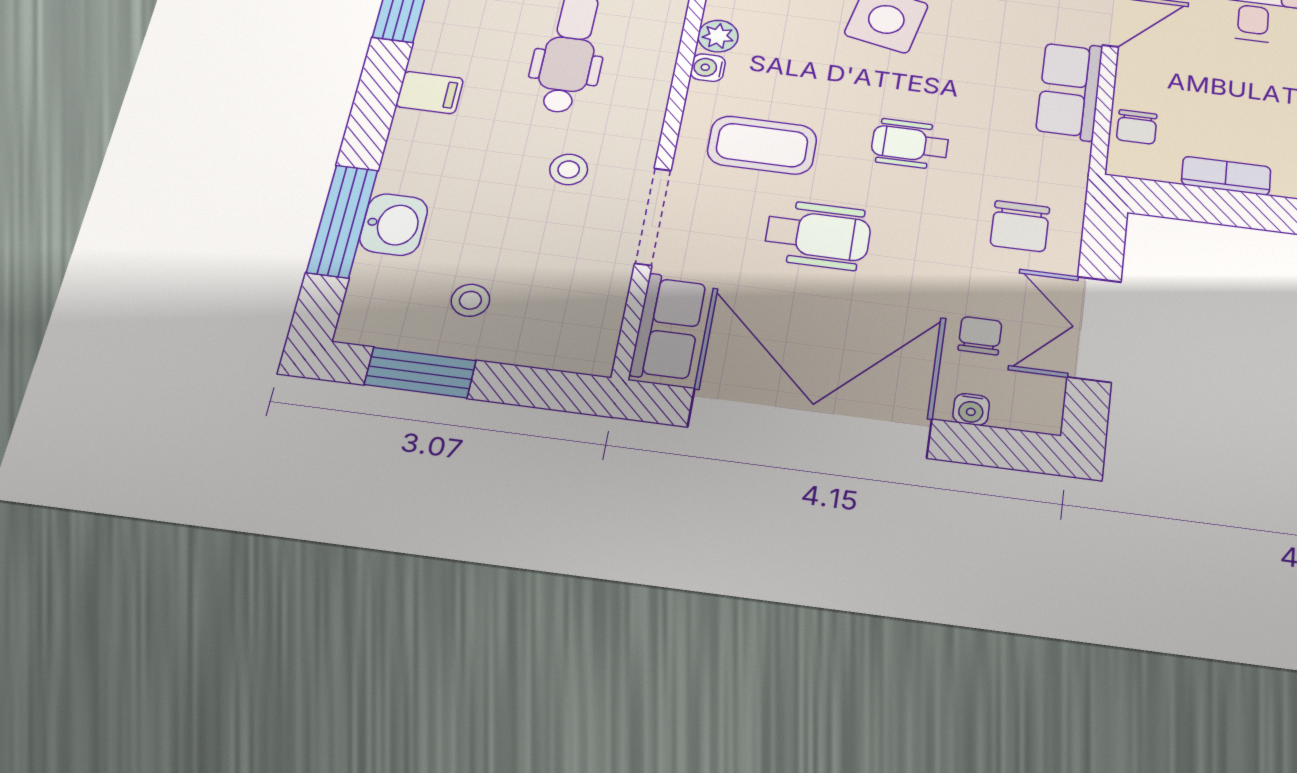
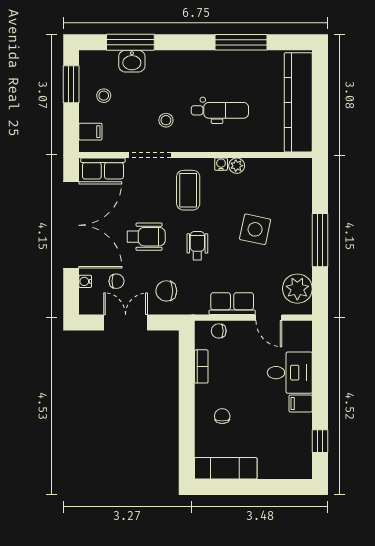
filing cabinet: (430, 92) -> (90, 132), moved, turned -90
wheelchair: (818, 235) -> (146, 237), moved, turned -90

